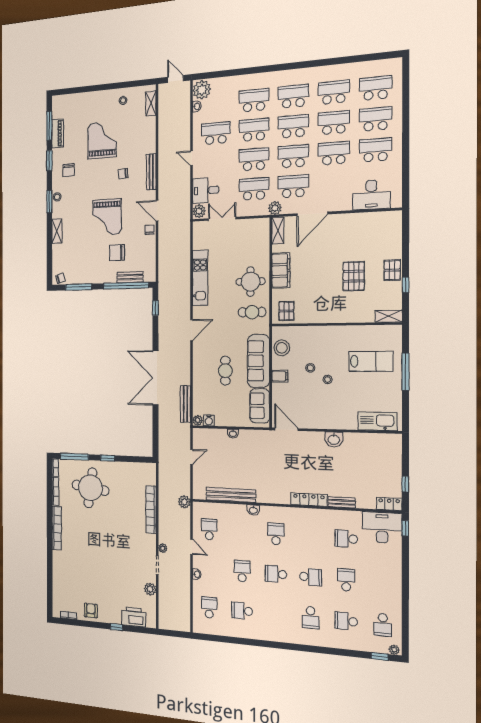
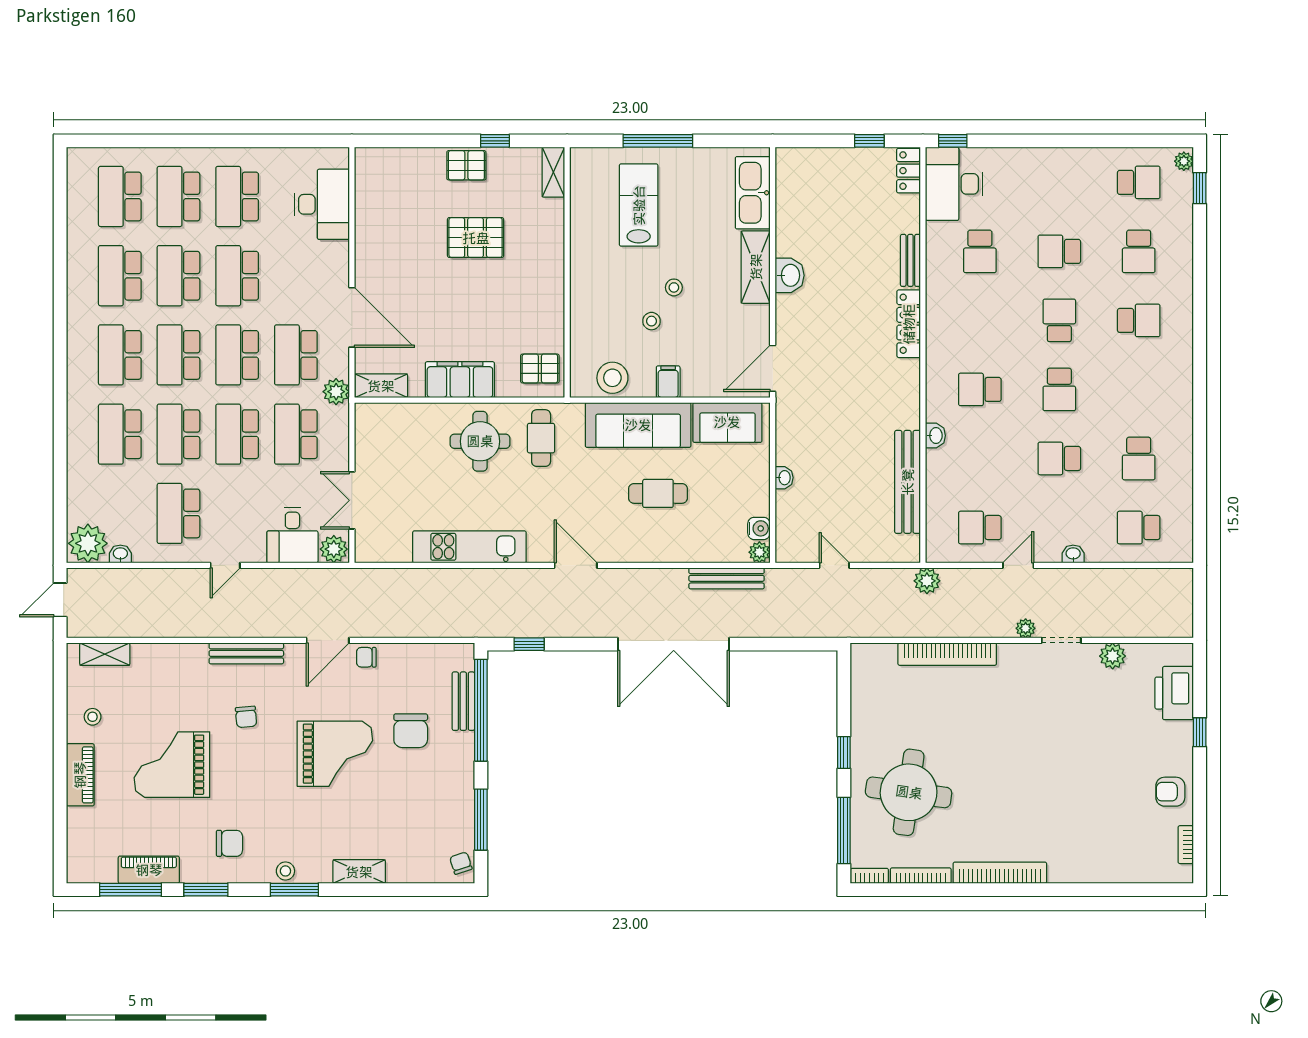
piano: (98, 97) -> (80, 775), added
shelving: (338, 422) -> (756, 267), added

